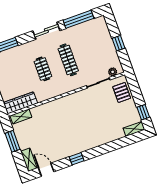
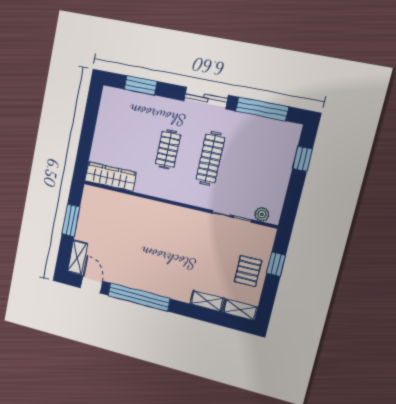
window: (118, 43) -> (302, 159), moved
pallet: (122, 92) -> (248, 271), moved
window: (143, 112) -> (276, 264), moved
shelving: (21, 116) -> (207, 301), moved
window: (77, 159) -> (139, 297), width x3.17

